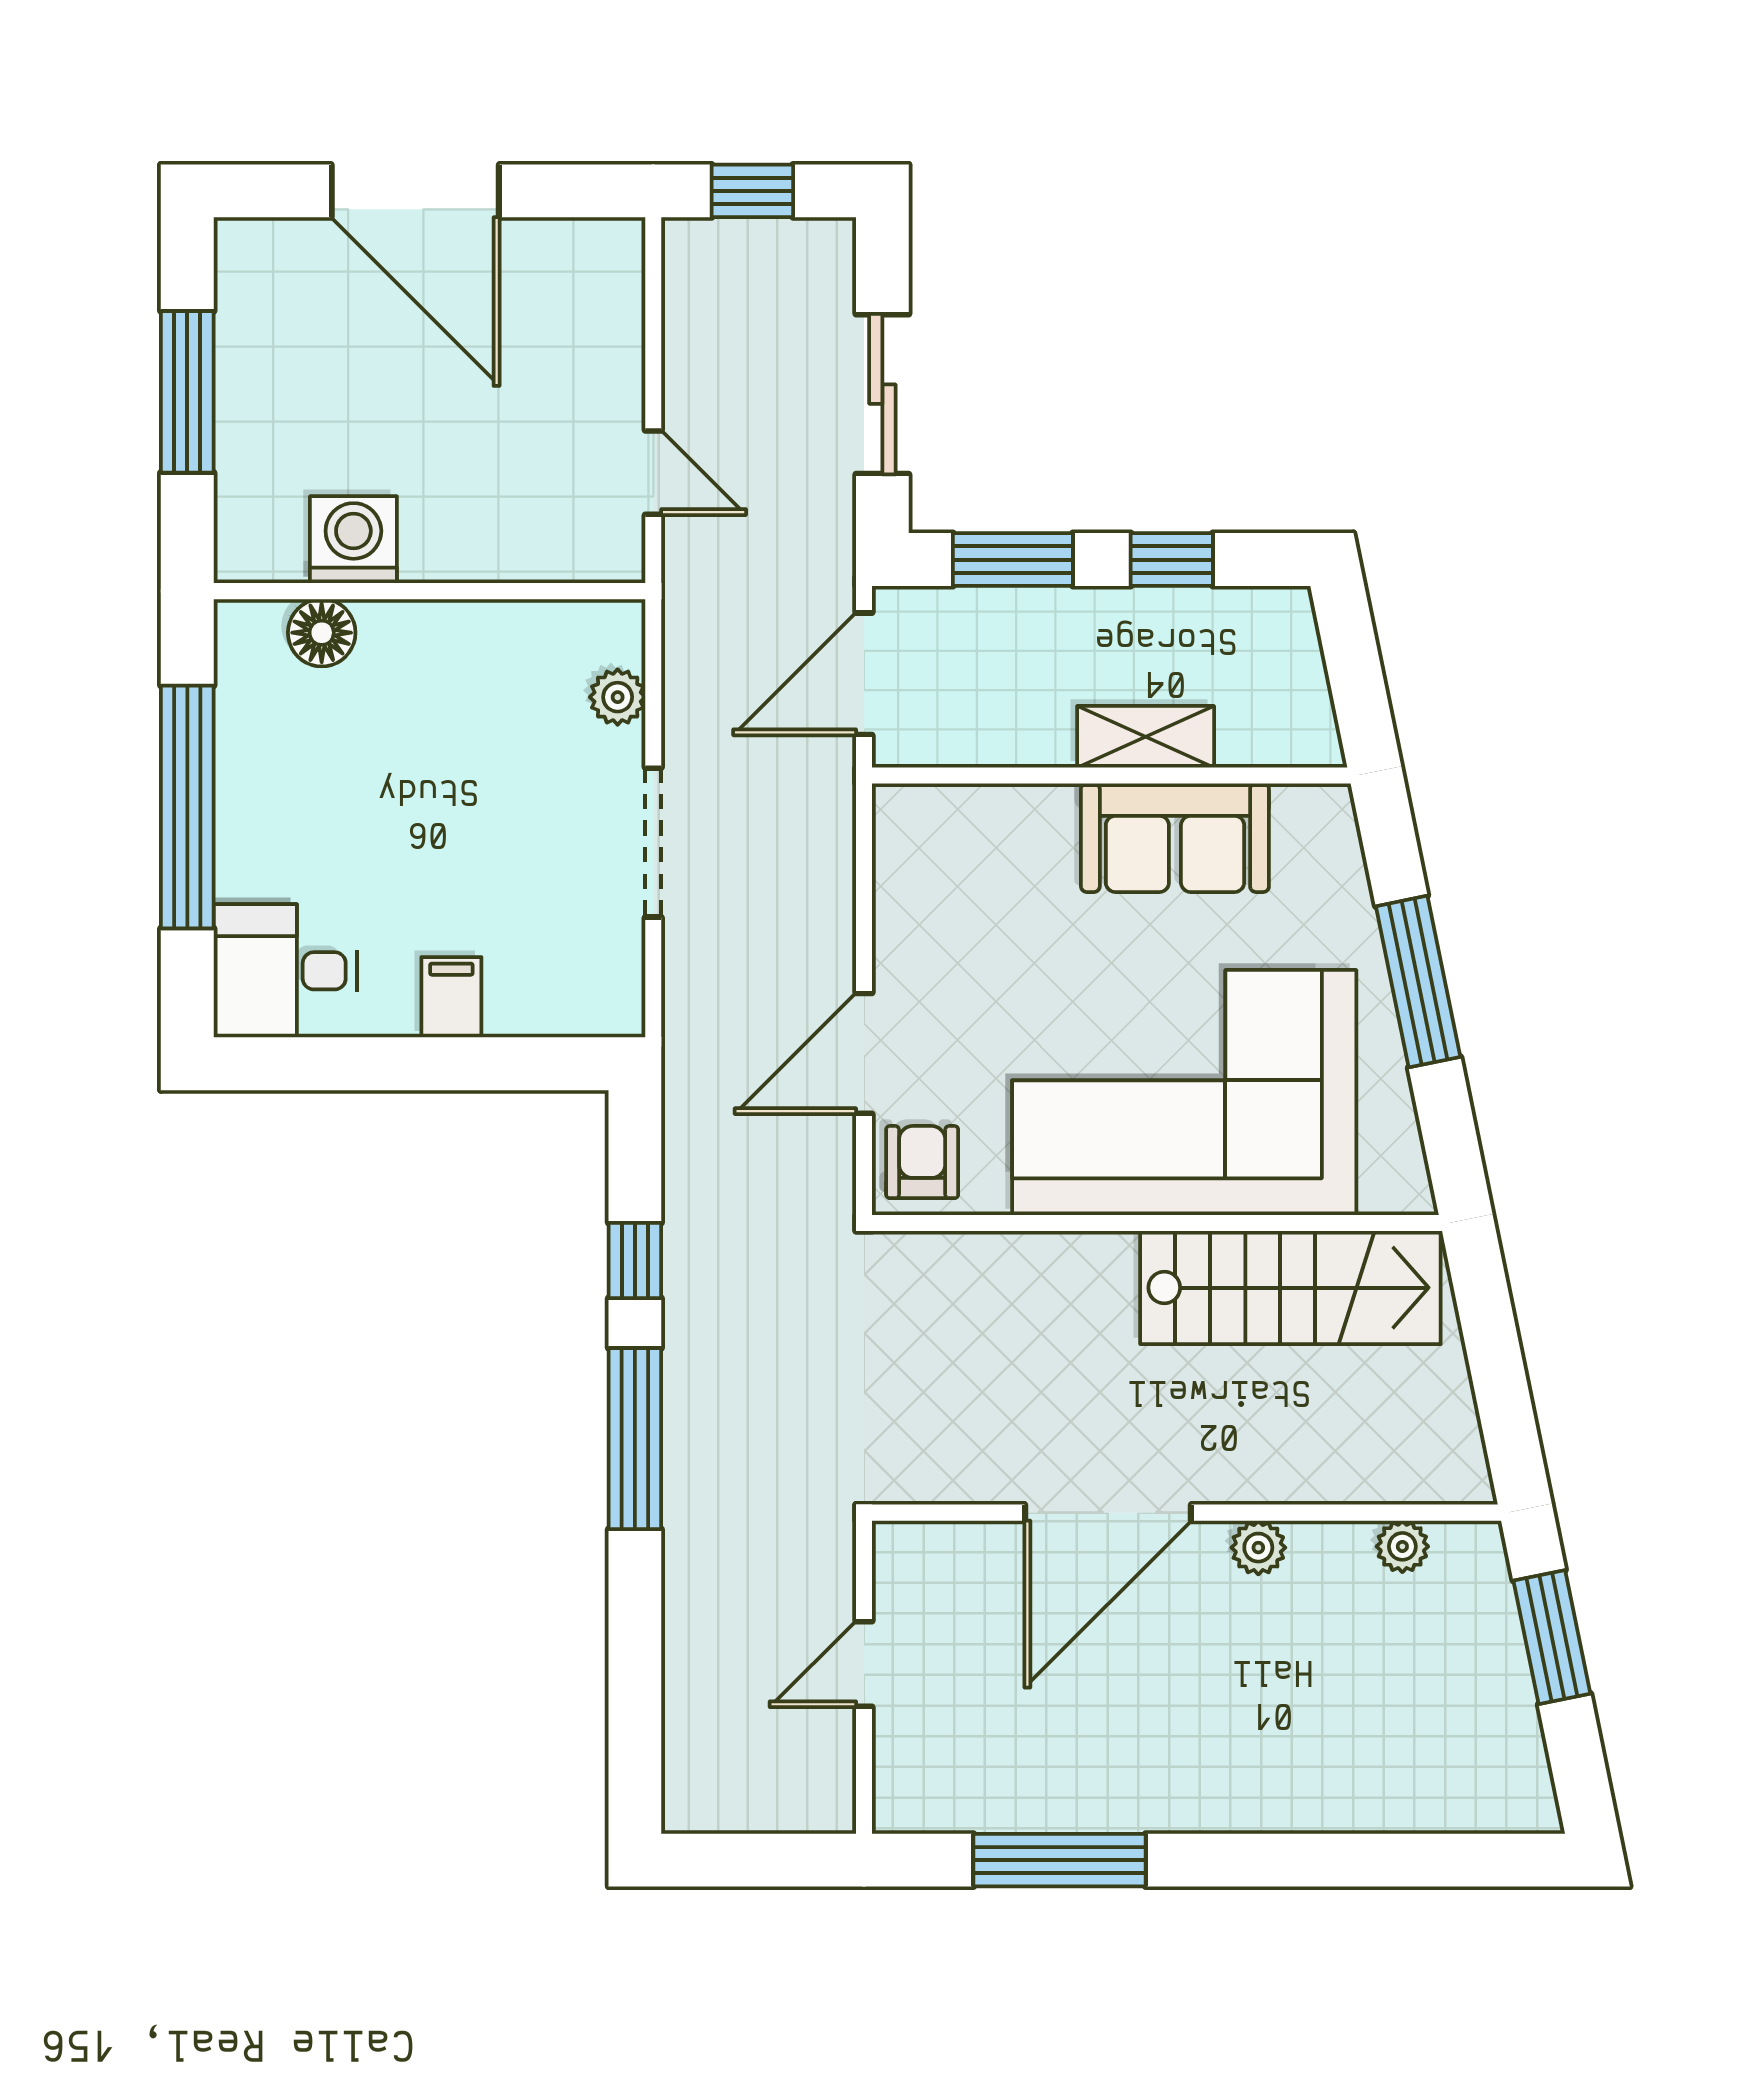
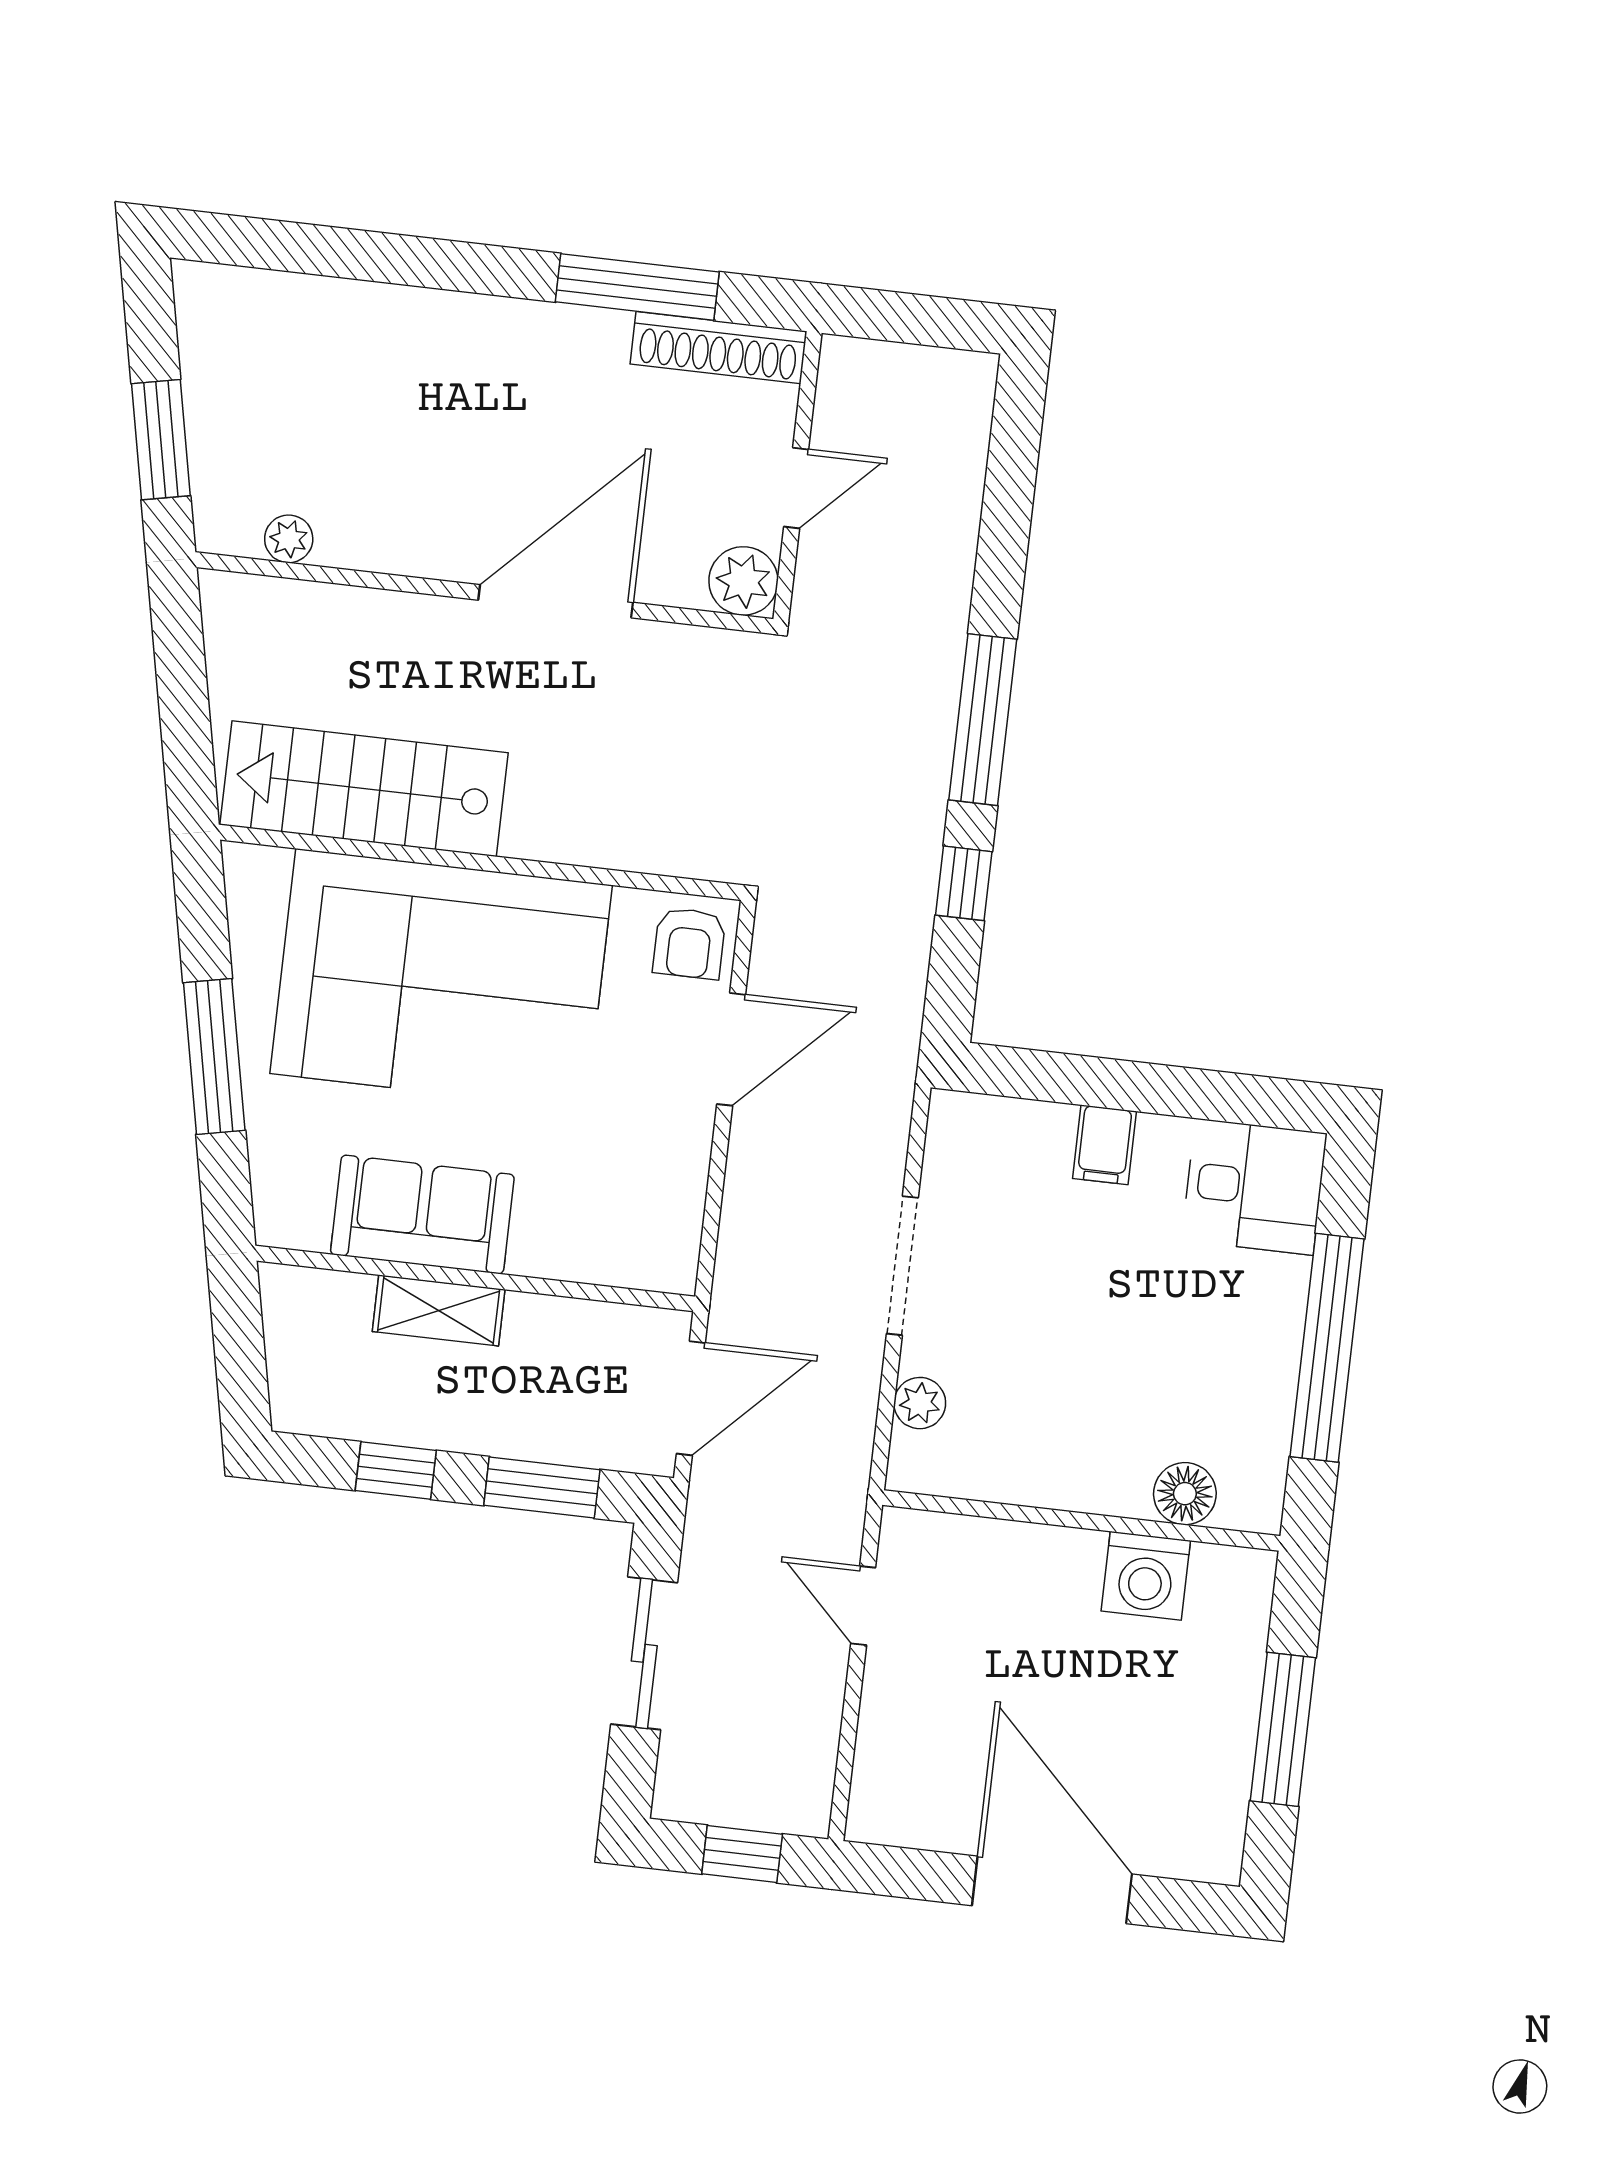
plant: (1258, 1548) -> (743, 581), moved, width x1.38, depth x1.38
shoe rack: (965, 1805) -> (719, 348), added

